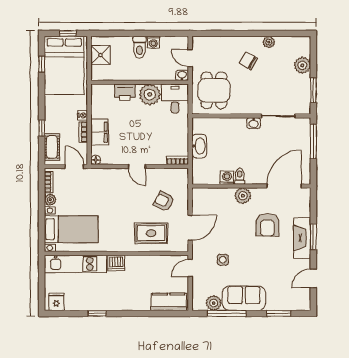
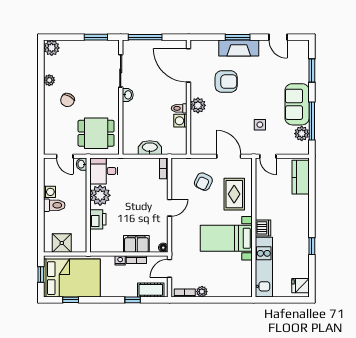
door: (190, 58) -> (65, 156), hinge flipped
plant: (302, 65) -> (52, 48), moved
bed with nightstands: (71, 229) -> (226, 238), moved, turned -90

